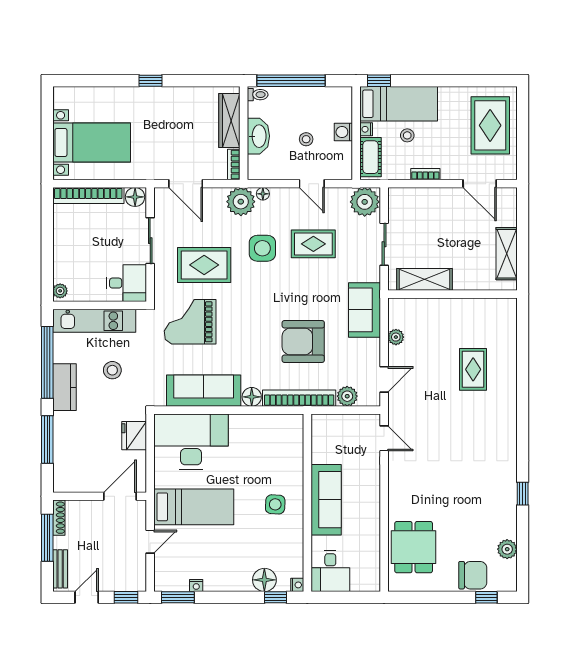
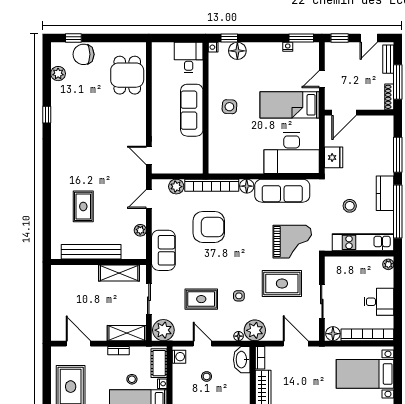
washing machine: (343, 132) -> (179, 357), moved
washbasin: (258, 136) -> (242, 360), moved
side table: (262, 248) -> (239, 296), width x0.54, depth x0.54
shelving: (507, 254) -> (127, 333), moved, turned 90
desk: (126, 283) -> (379, 302), moved, turned 180
bench: (462, 308) -> (91, 252), added

